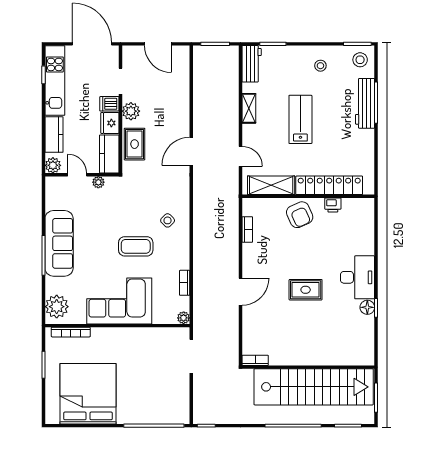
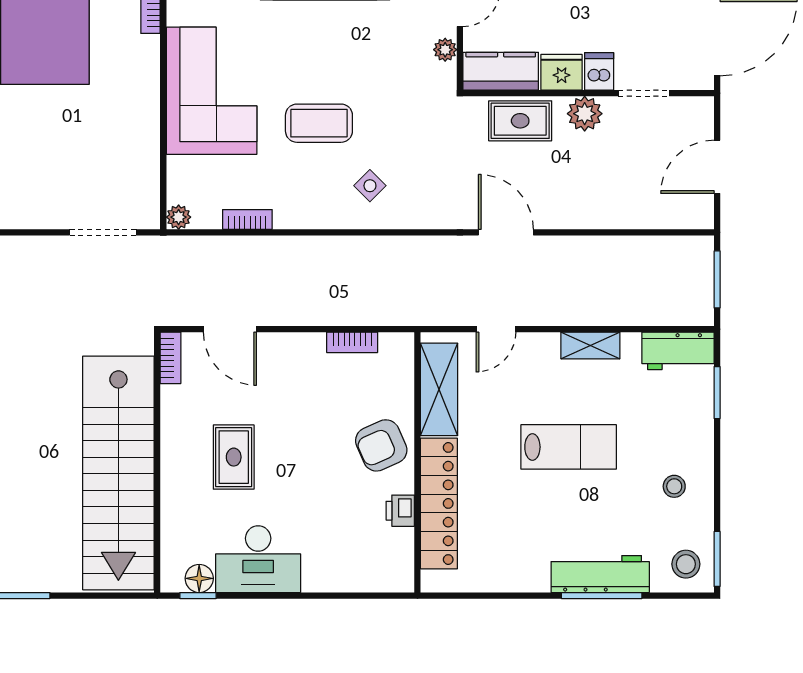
coffee table: (136, 246) -> (319, 123), turned 90
bookcase: (255, 360) -> (170, 358), moved
wall: (308, 367) -> (157, 462), moved
stairs: (314, 387) -> (118, 473), moved

